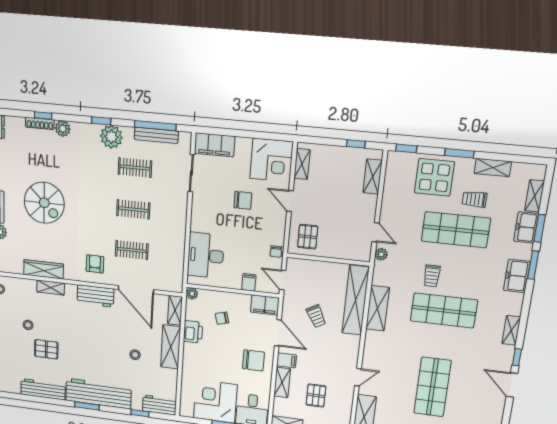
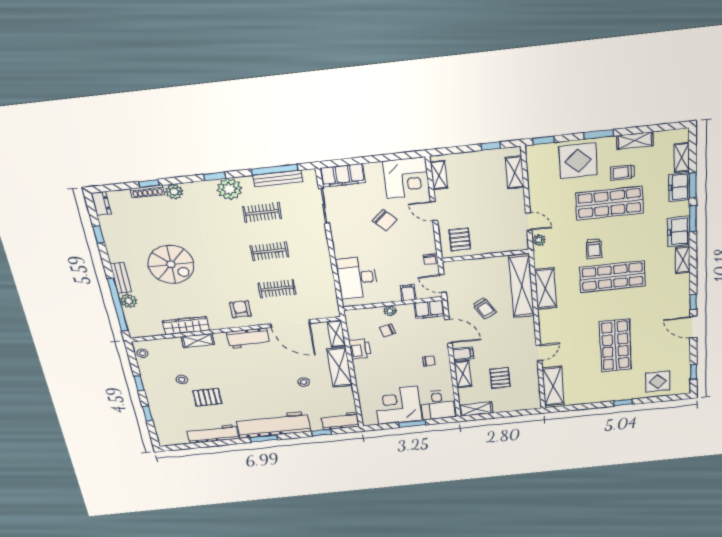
chair: (243, 200) -> (385, 220), turned 47
plant: (192, 294) -> (390, 311), moved
shelving: (511, 330) -> (683, 260), moved
chair: (254, 360) -> (429, 361), width x0.54, depth x0.54

